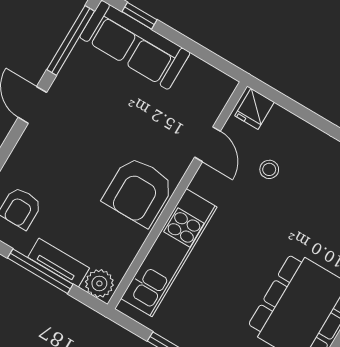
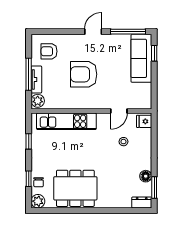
armchair: (139, 191) -> (84, 74), moved

